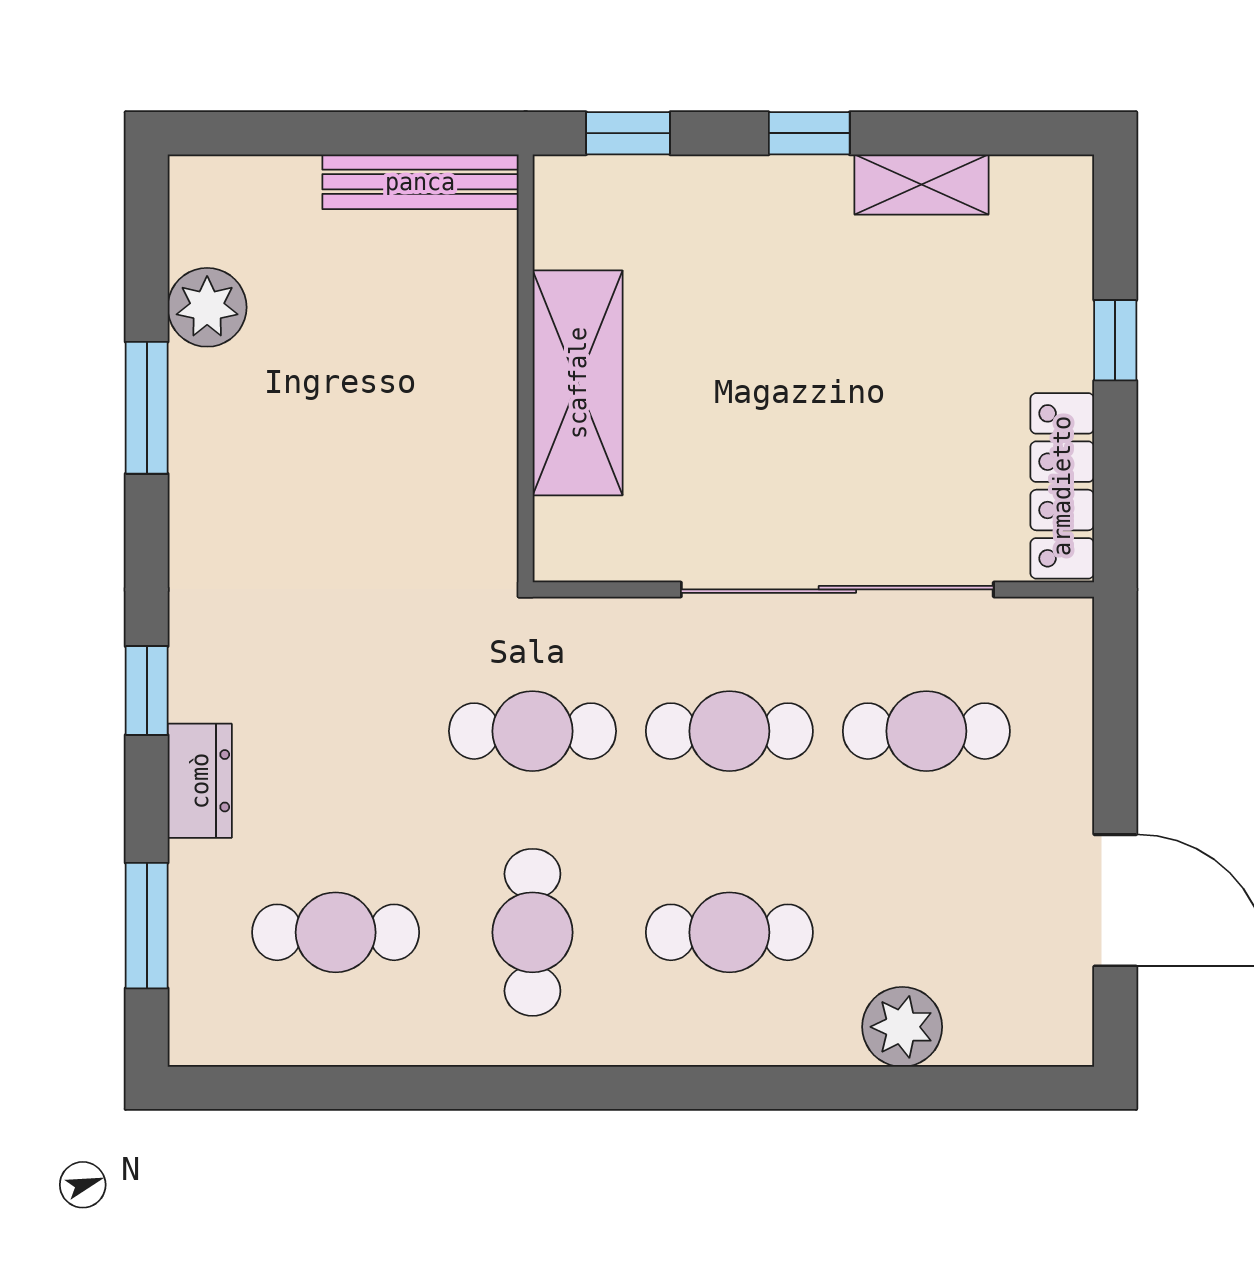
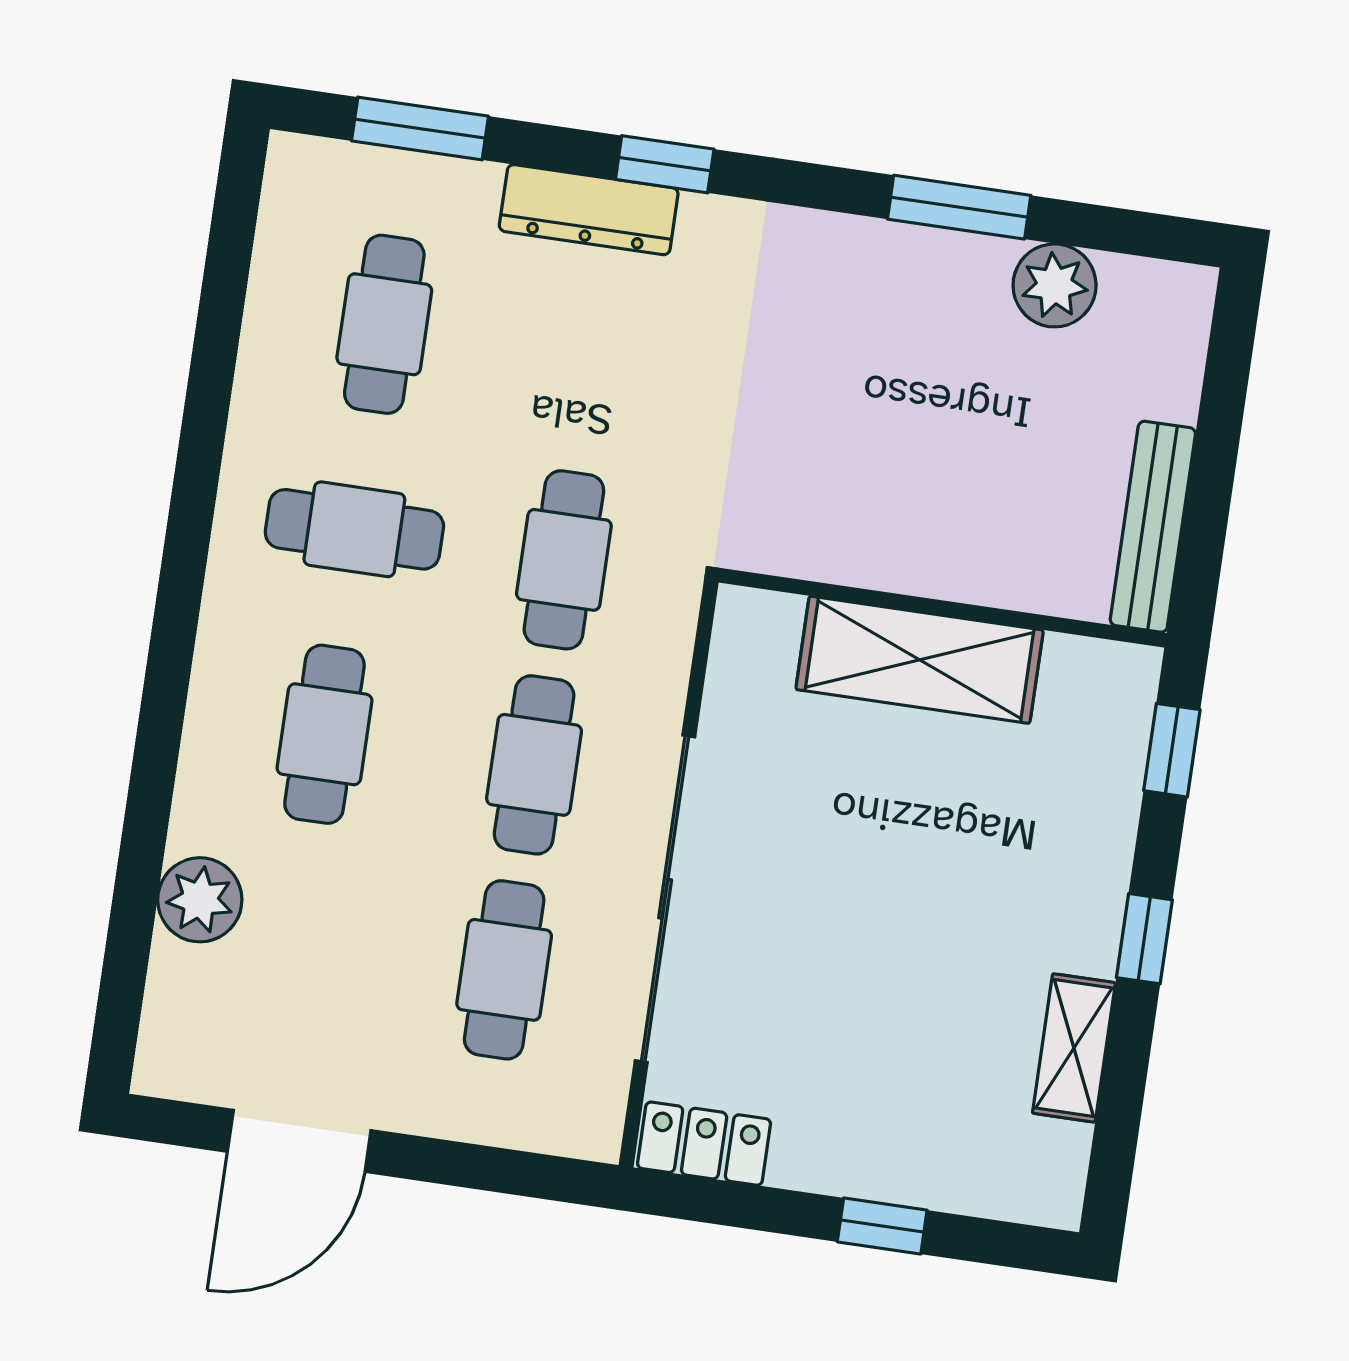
locker: (1062, 486) -> (704, 1144), width x0.66
dresser: (200, 781) -> (589, 210), width x1.44

